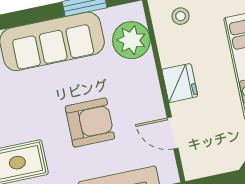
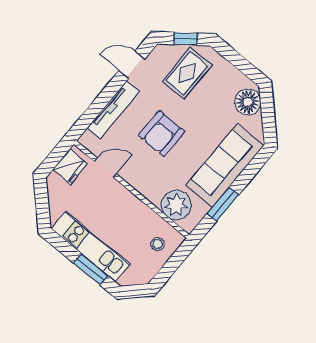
fridge: (180, 83) -> (70, 166), moved, turned -90

